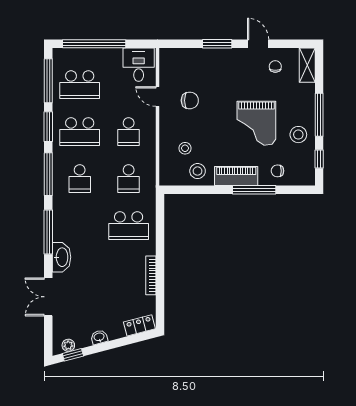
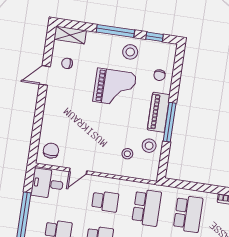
window: (217, 44) -> (39, 112), removed
chair: (190, 100) -> (51, 151), moved
school desk: (129, 179) -> (147, 208), width x1.85
window: (254, 190) -> (170, 122), moved

